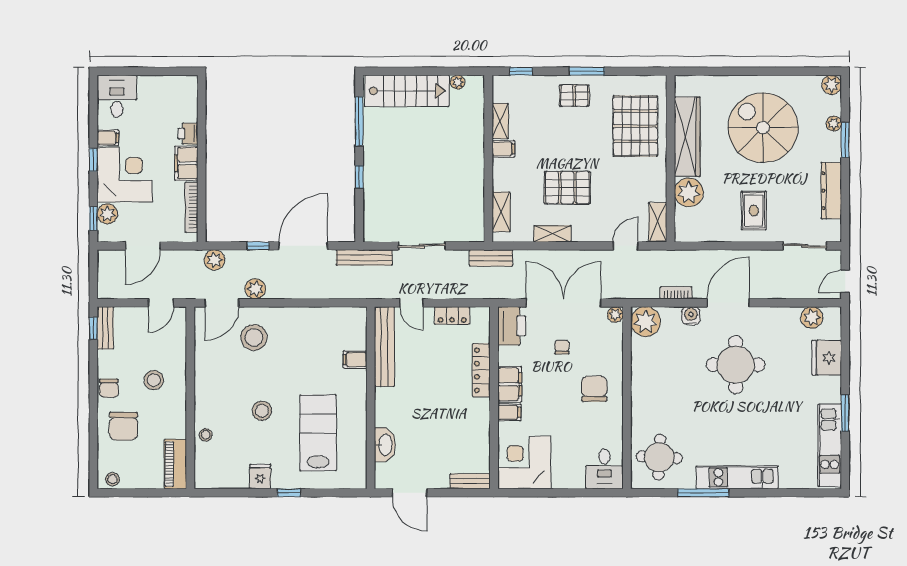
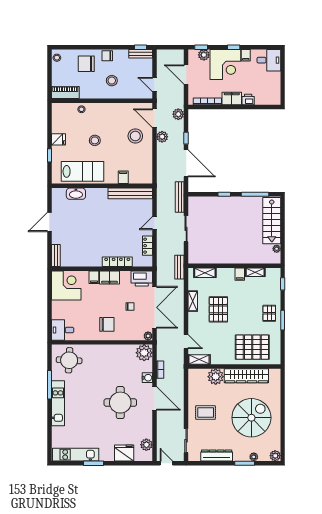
bench: (384, 347) -> (130, 193), moved
filing cabinet: (355, 360) -> (123, 177), moved
wall: (371, 398) -> (102, 186), moved
washbasin: (385, 445) -> (76, 194), moved

